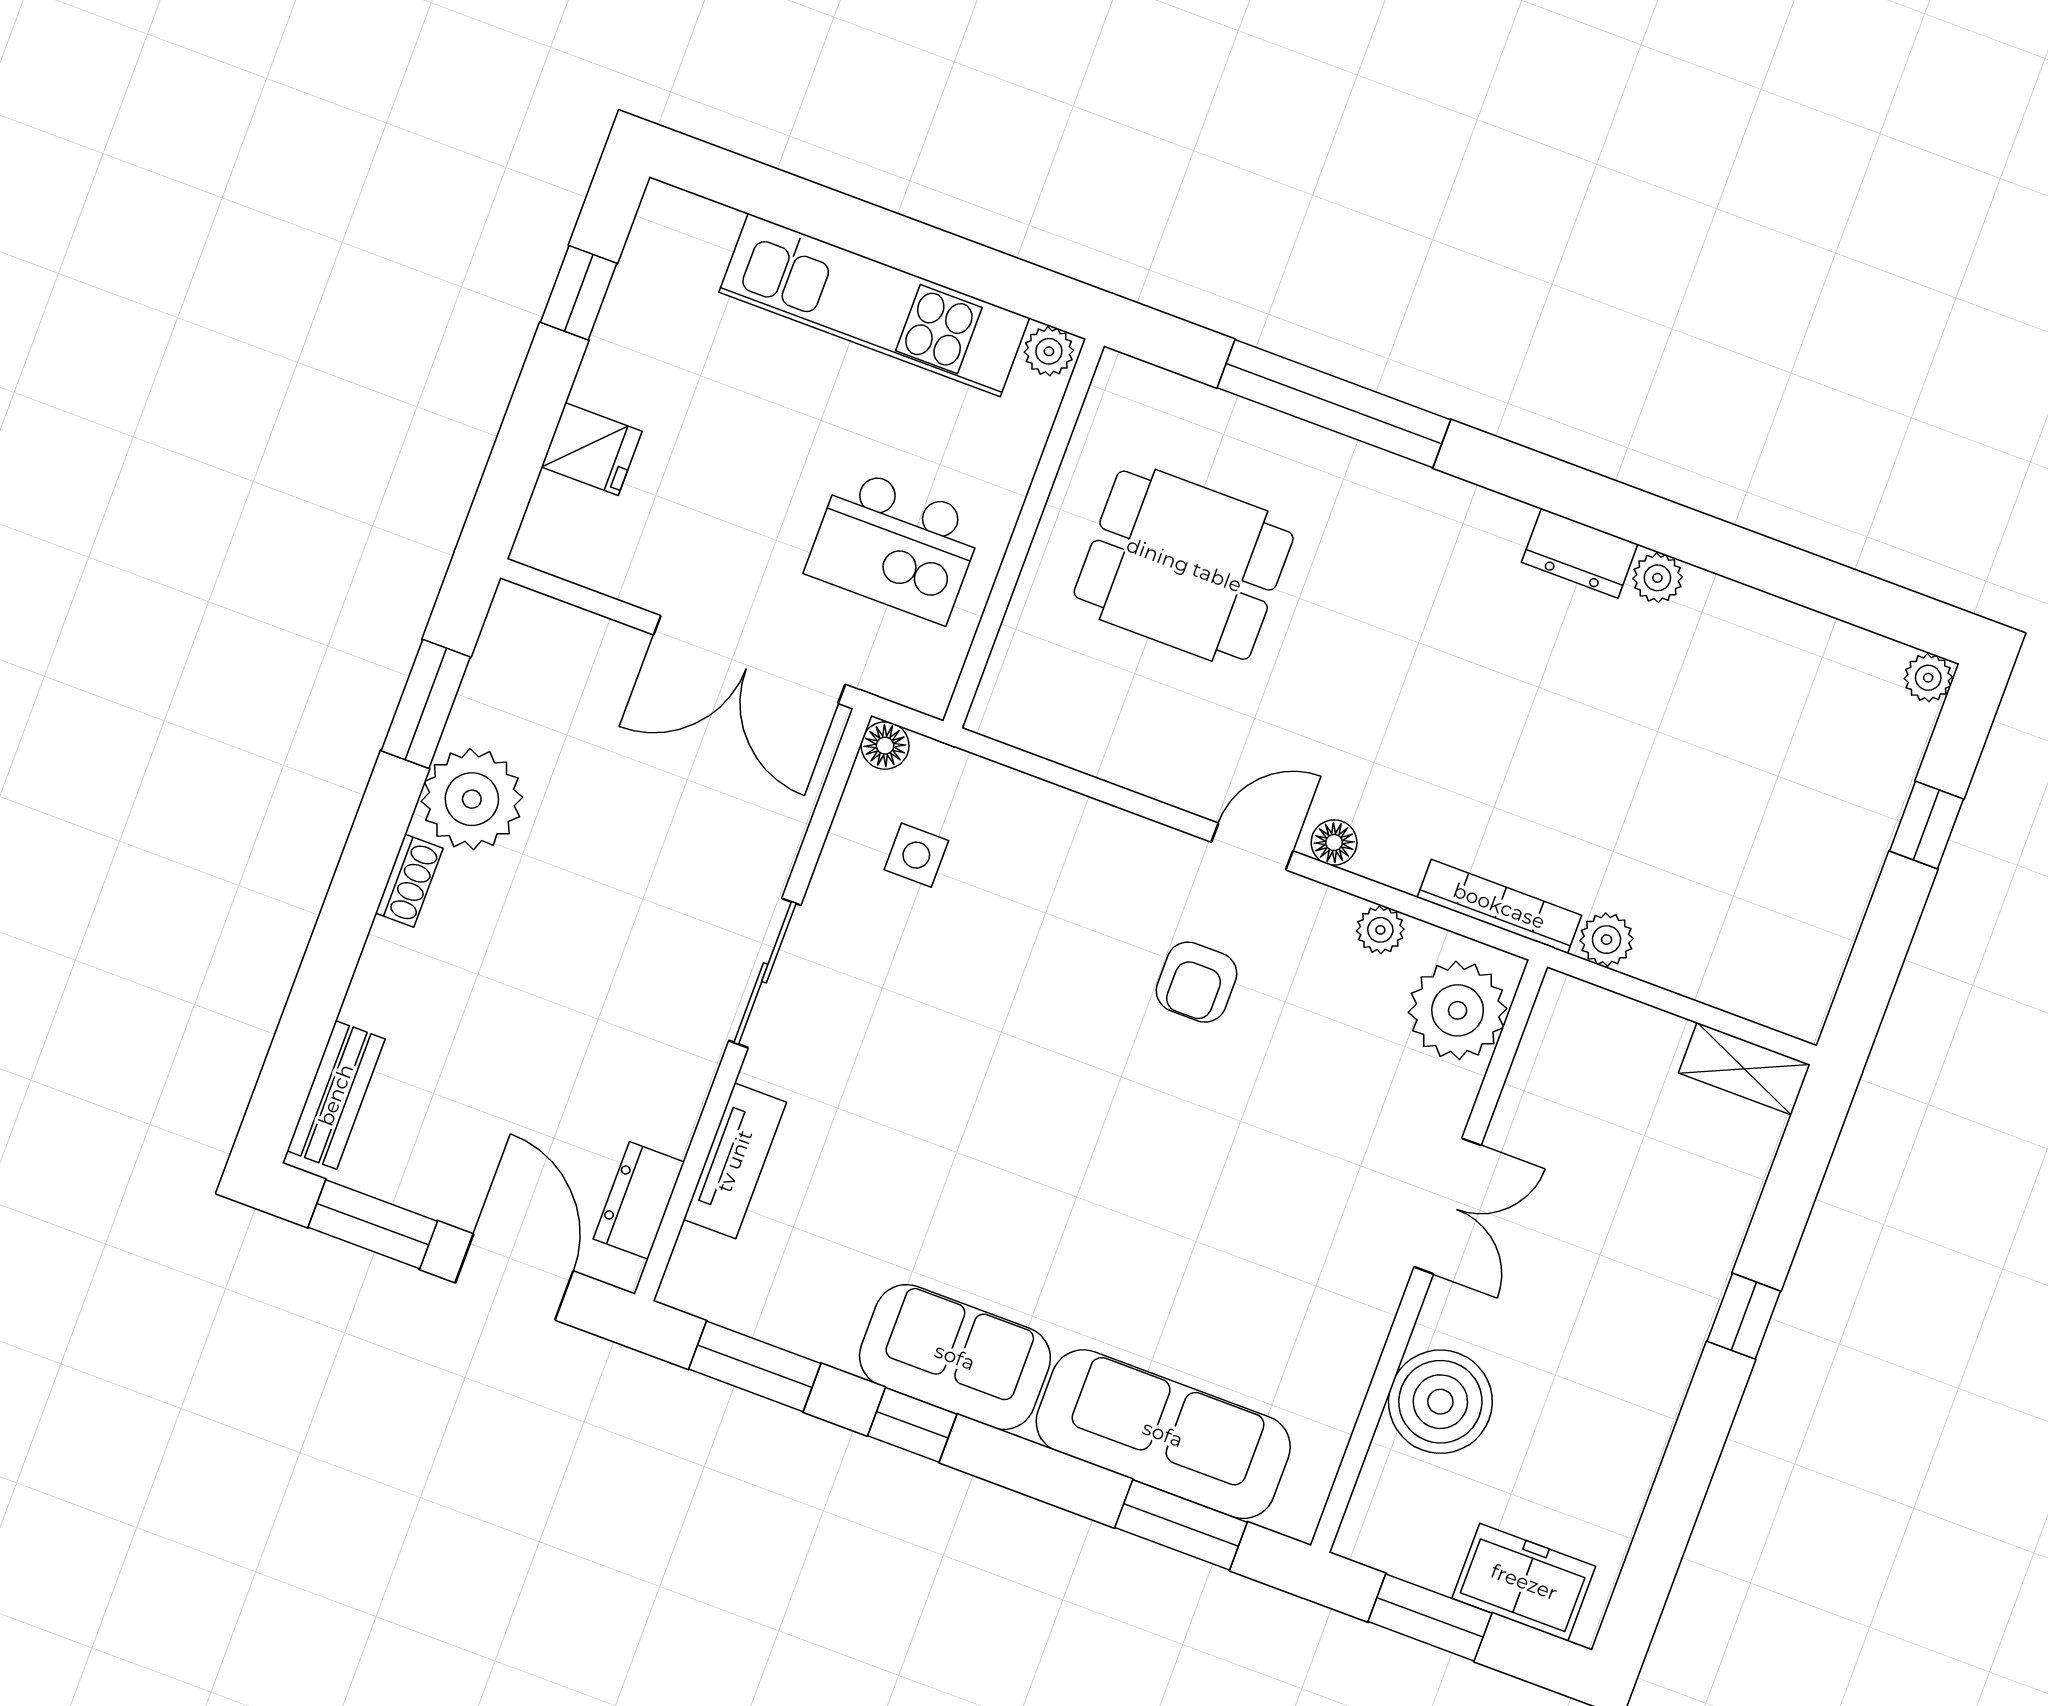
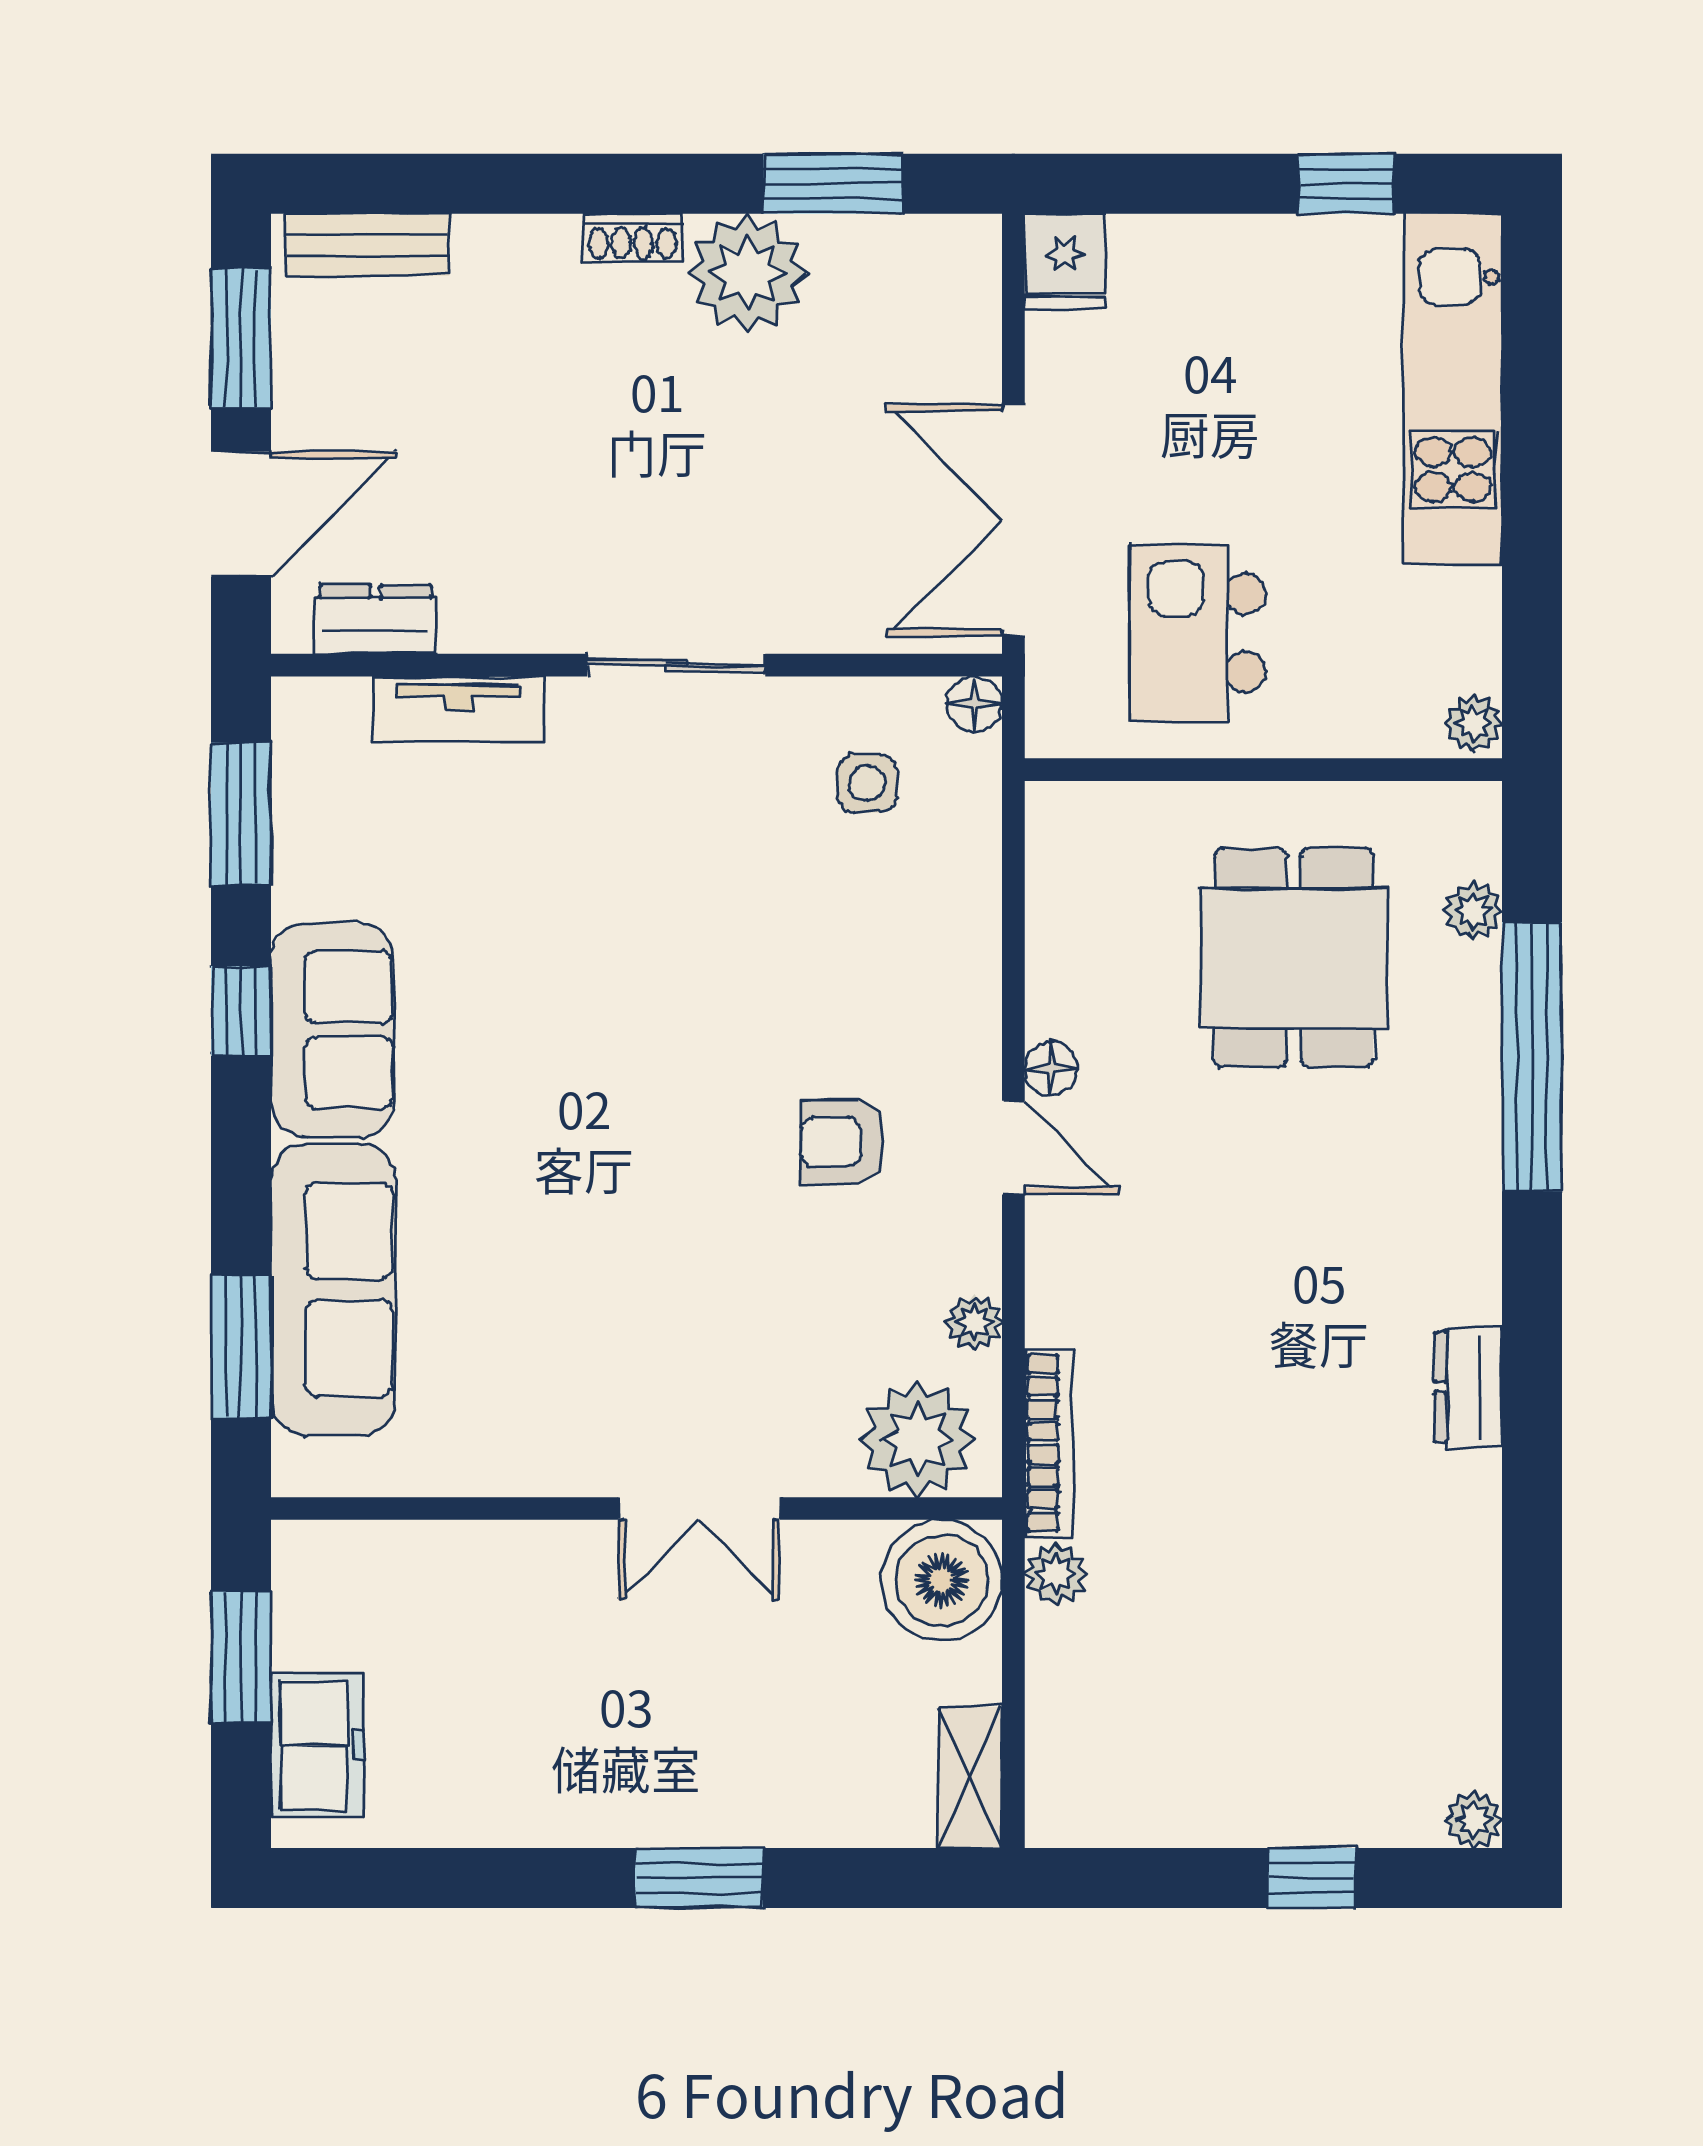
kitchen unit: (874, 305) -> (1453, 389), moved
fridge: (592, 449) -> (1065, 262), moved
plant: (1657, 578) -> (1473, 911), moved
floor lamp: (1334, 843) -> (1051, 1069), moved
window: (1744, 1316) -> (699, 1878), width x1.50
boiler: (1440, 1402) -> (942, 1580), moved

